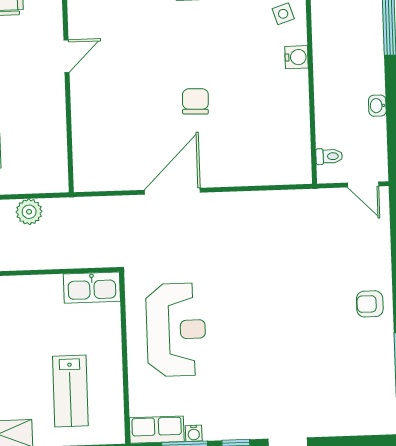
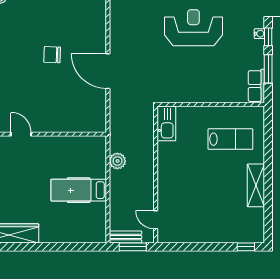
reception desk: (176, 330) -> (193, 28), moved
water cooler: (194, 433) -> (259, 34), moved

